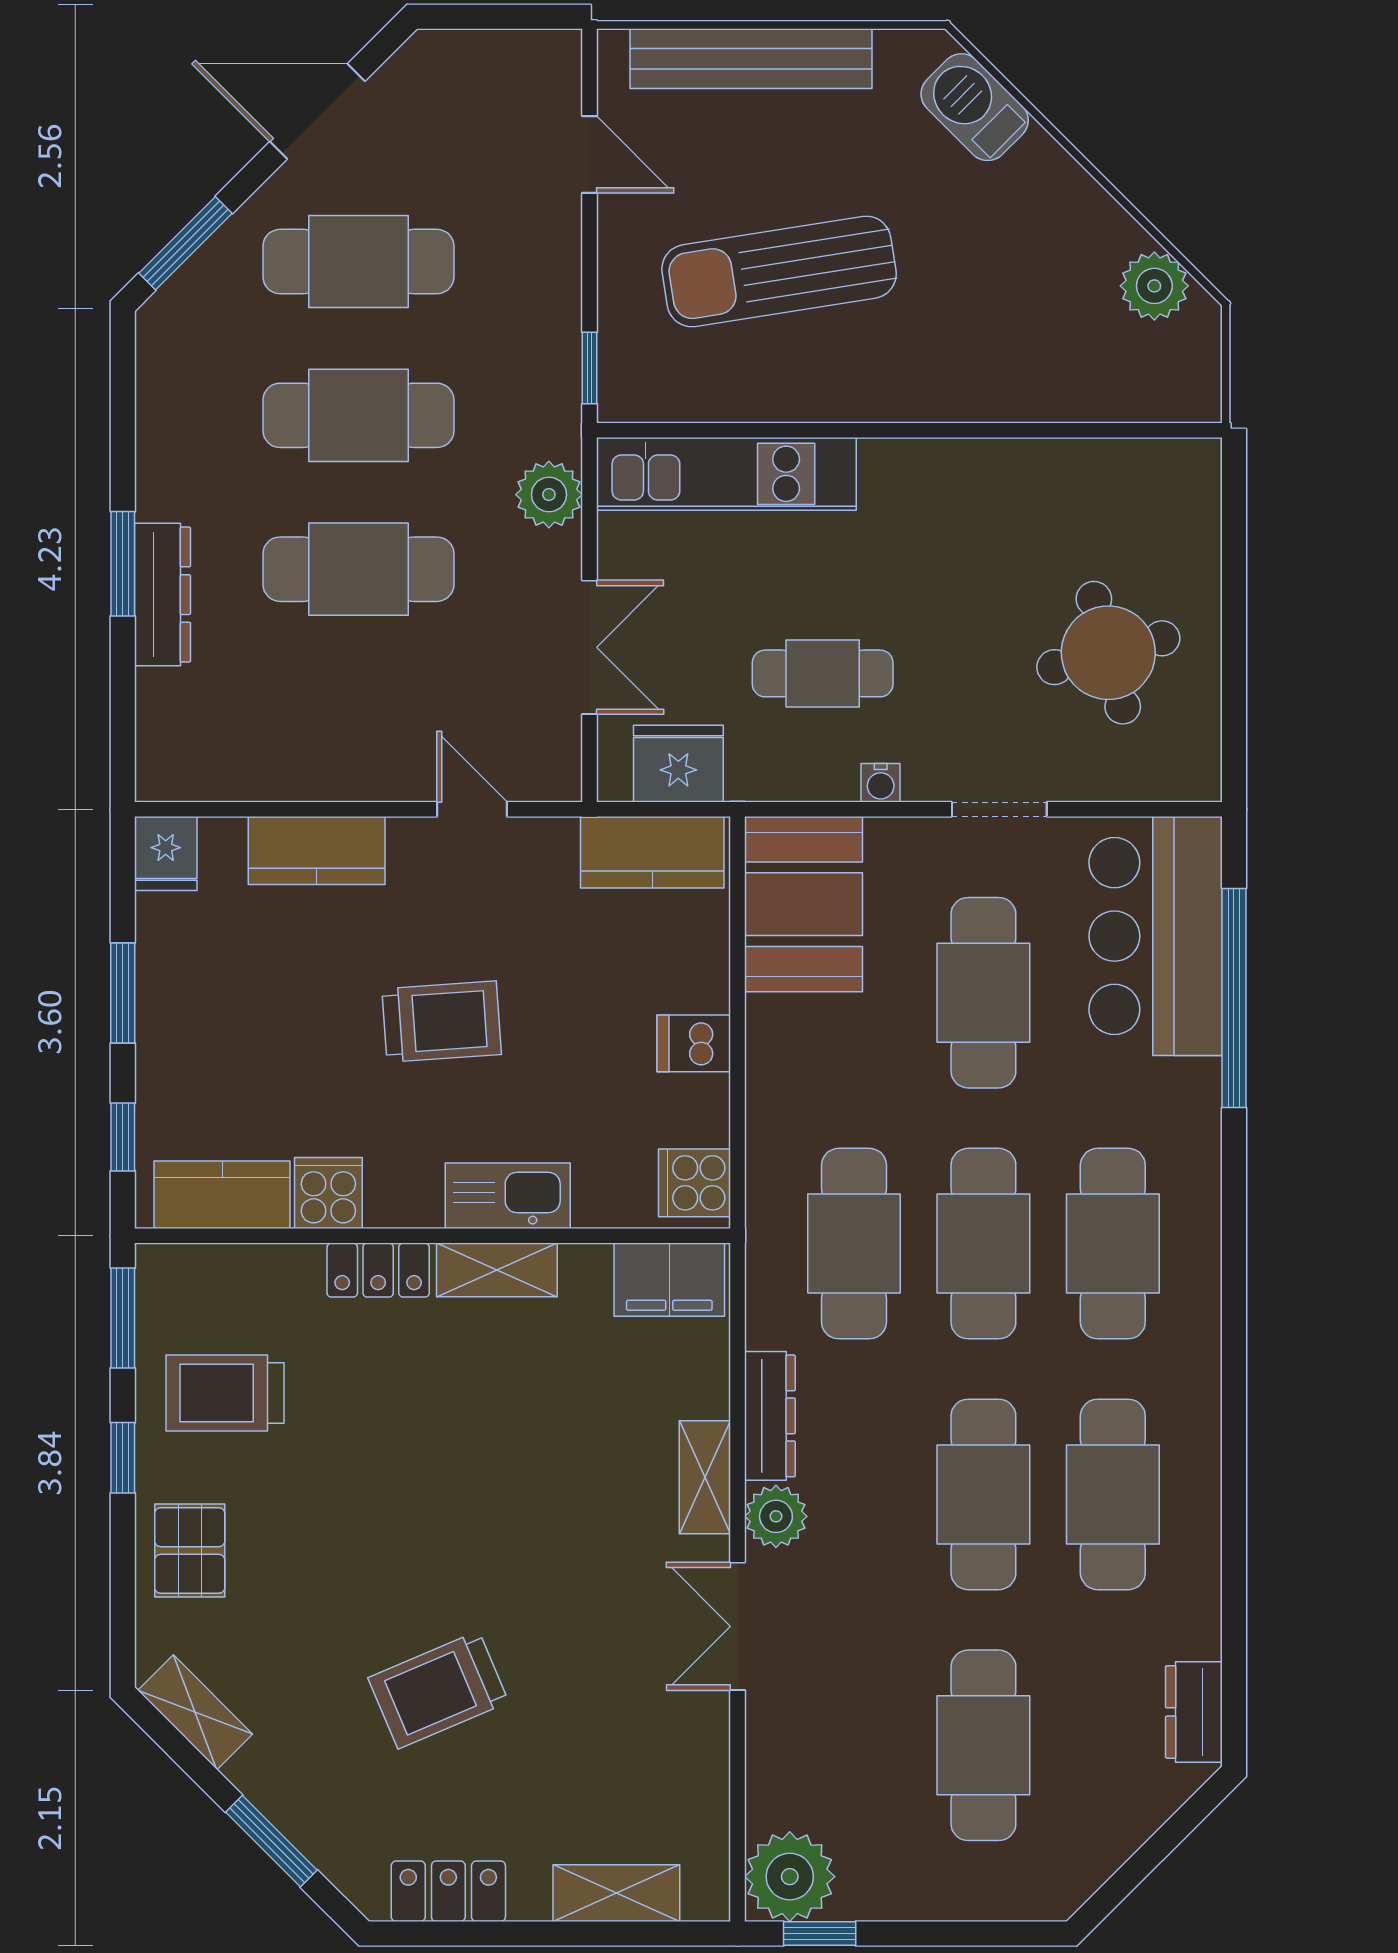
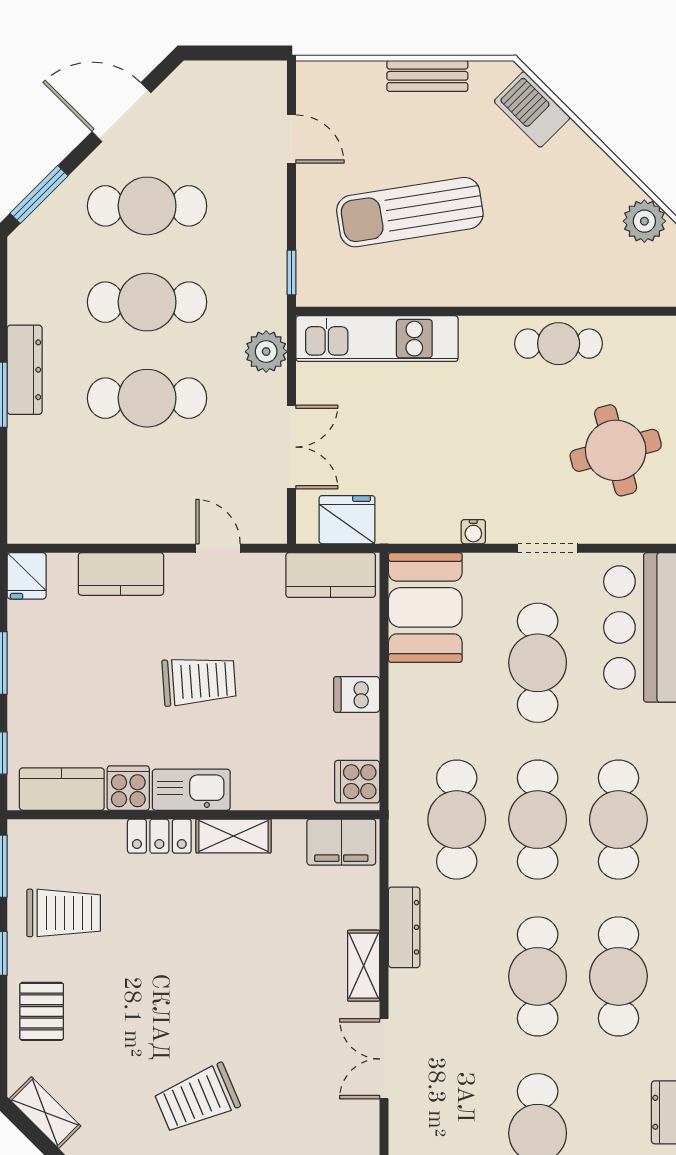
bench: (751, 59) -> (427, 76), width x0.54, depth x0.82
dresser: (163, 595) -> (25, 370), moved
cafe table: (823, 673) -> (559, 344), moved
kitchen sink: (508, 1196) -> (191, 790), moved
trolley: (225, 1393) -> (64, 913), turned 180
plant: (776, 1516) -> (408, 990), removed

